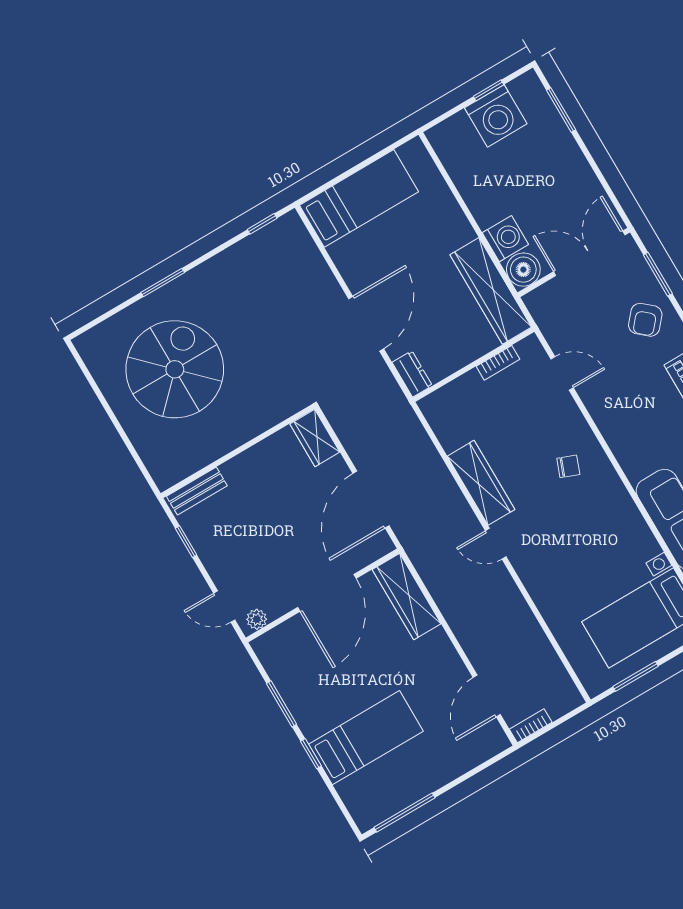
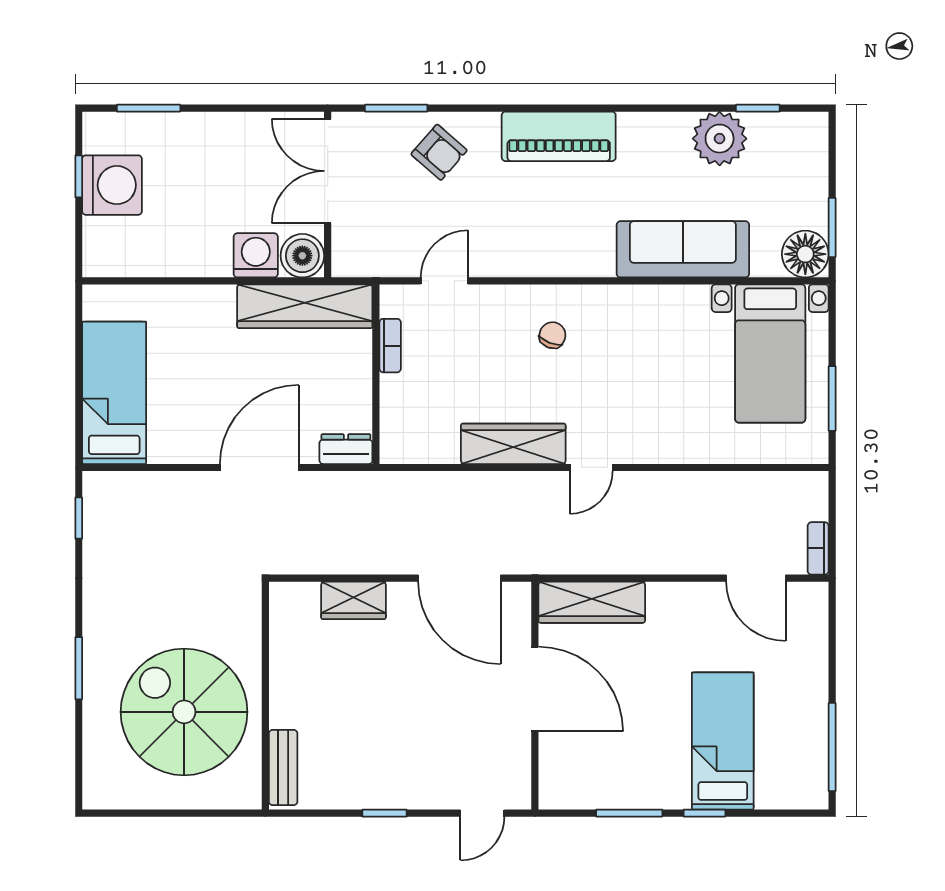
door: (366, 324) -> (259, 467), hinge flipped
wall: (238, 451) -> (265, 696), moved
bench: (197, 491) -> (283, 768), moved
plant: (257, 619) -> (518, 785), removed

